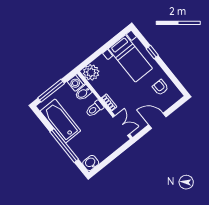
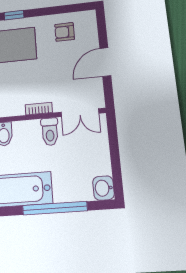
toilet: (95, 109) -> (50, 132), moved
double door: (121, 126) -> (80, 113), swing flipped

